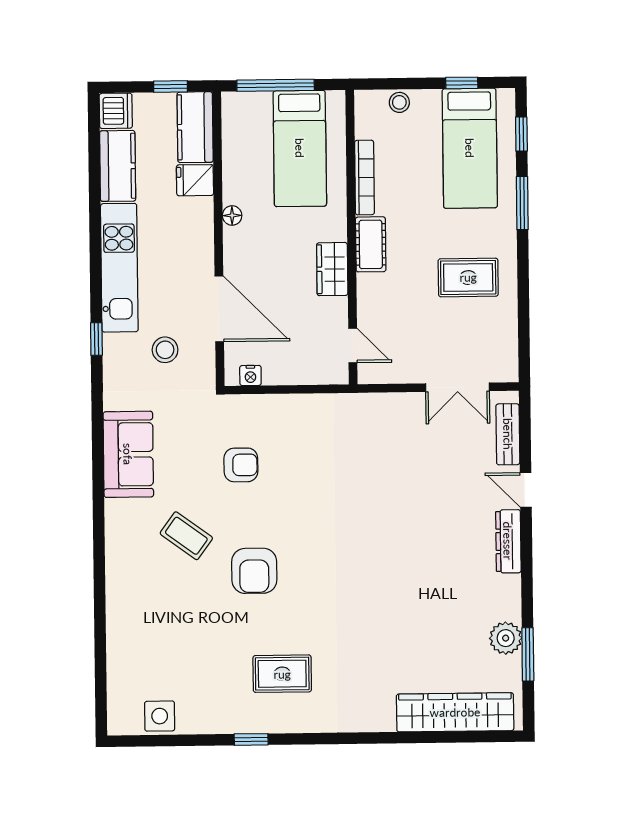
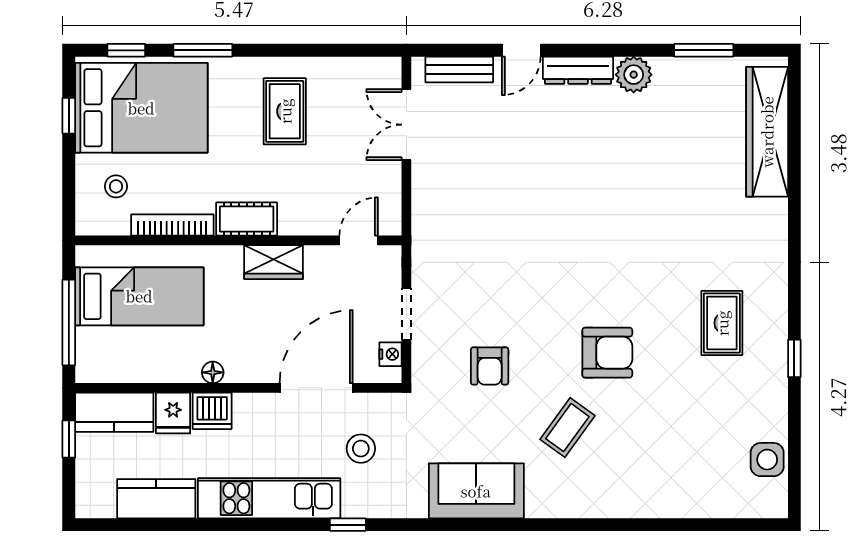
stool: (399, 102) -> (116, 186), moved
dishwasher: (116, 111) -> (212, 411), moved, turned 180
bed: (470, 148) -> (141, 108), width x1.50
double door: (457, 387) -> (406, 125), swing flipped
doorway: (287, 389) -> (406, 314), added
armchair: (241, 465) -> (490, 366), turned 180
plant: (506, 638) -> (634, 75), moved

